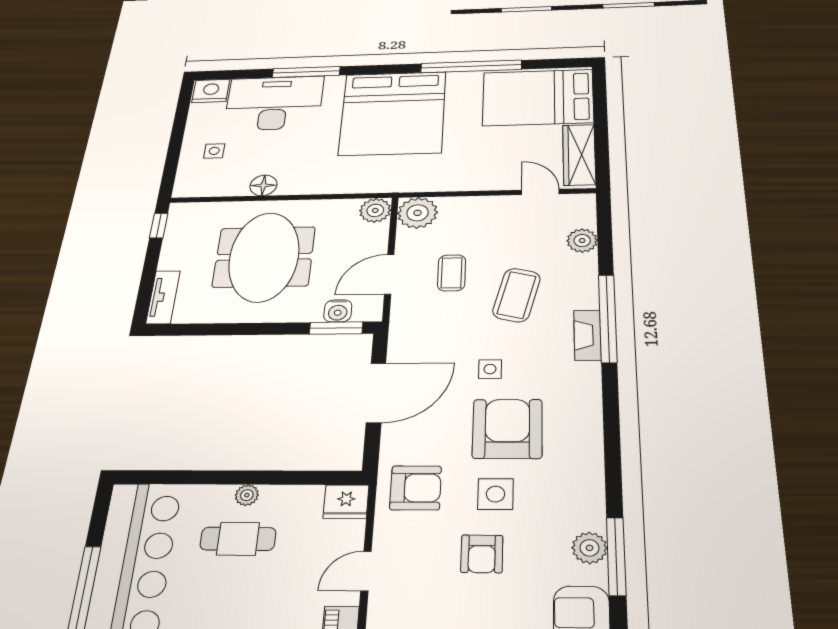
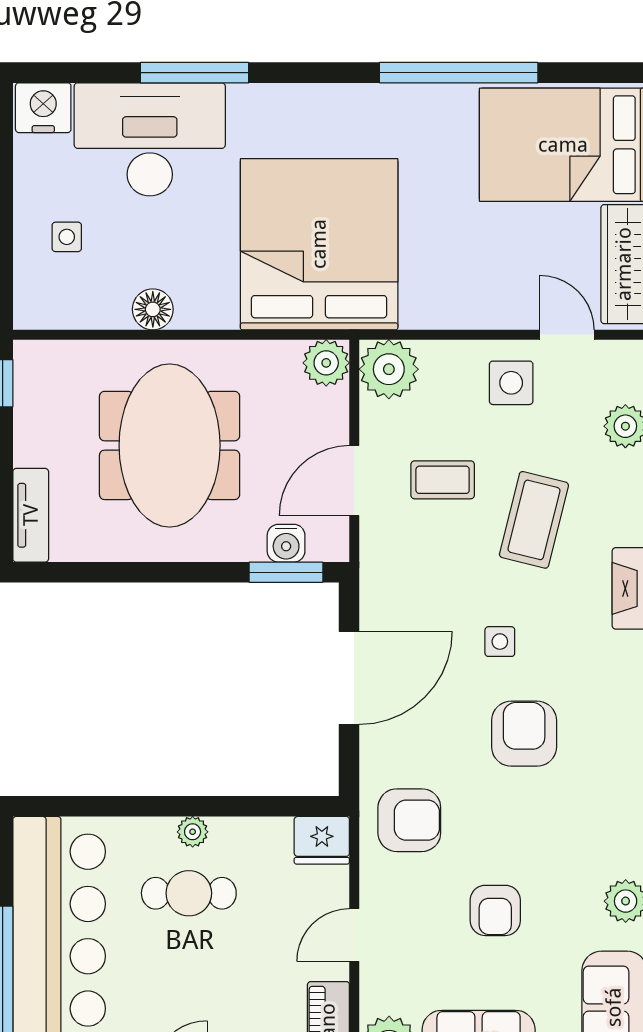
bed: (393, 113) -> (319, 244), moved, turned 180
coffee table: (452, 273) -> (443, 480), turned 90
armchair: (507, 429) -> (524, 734), width x0.73, depth x0.73
side table: (495, 494) -> (511, 383), moved

